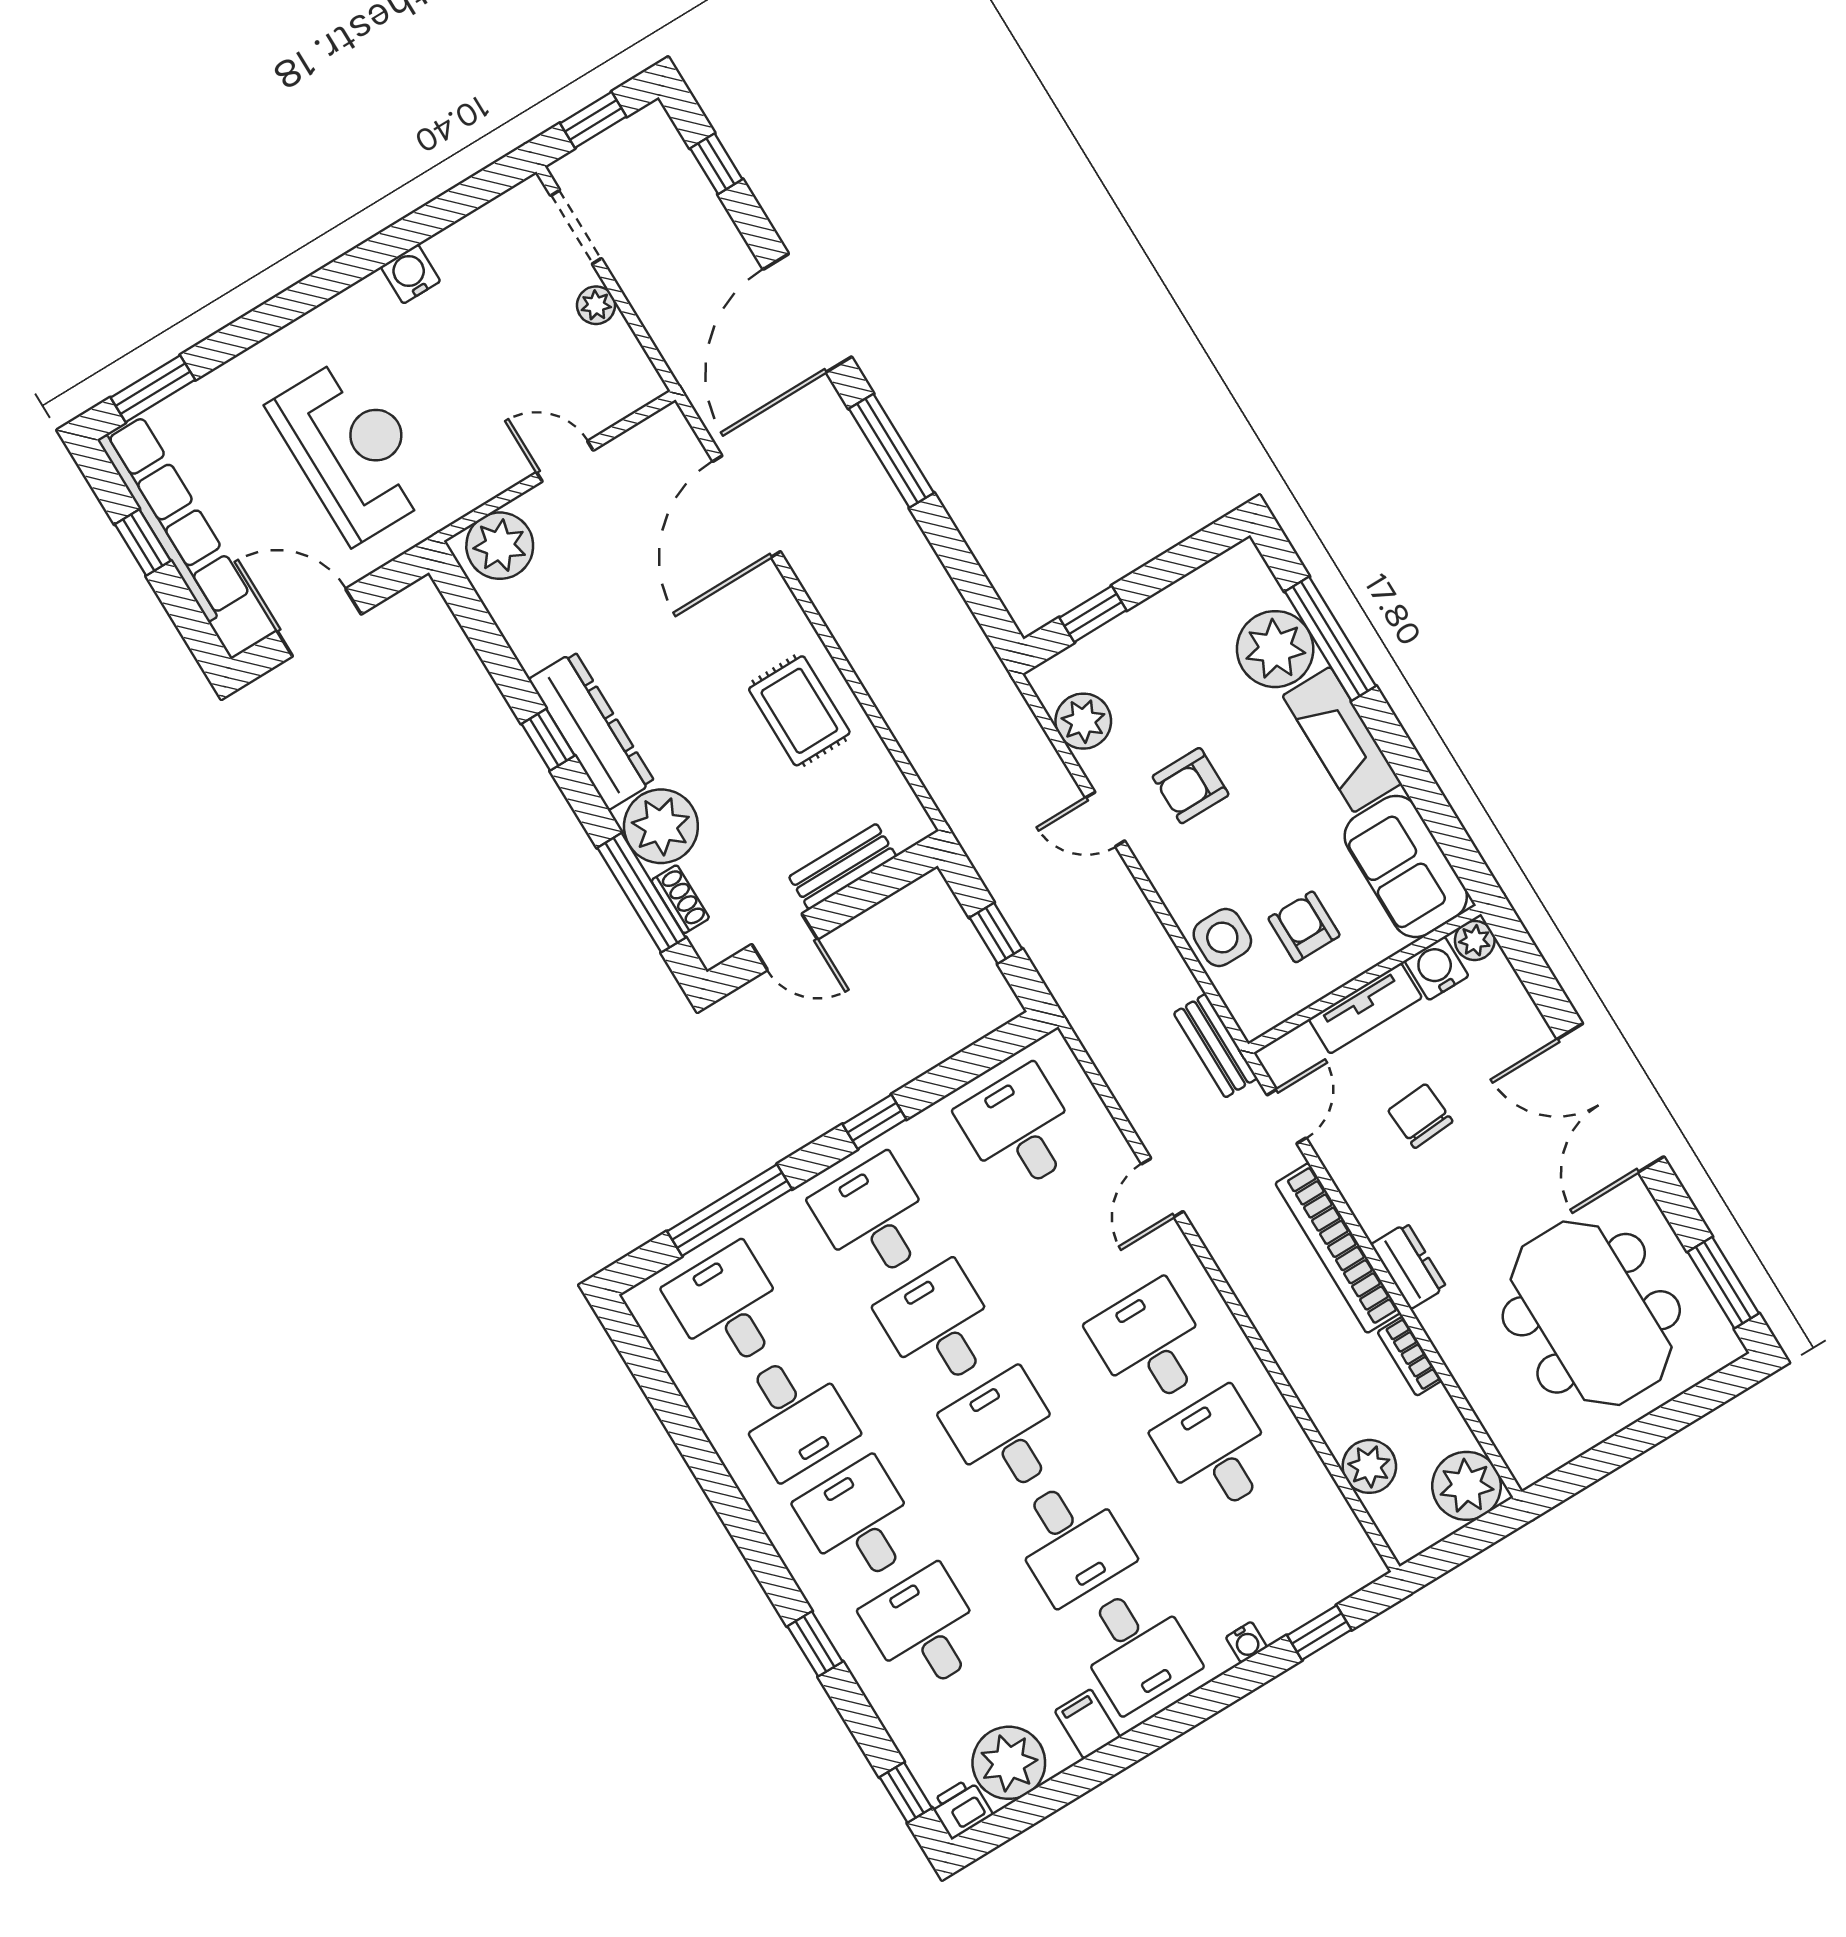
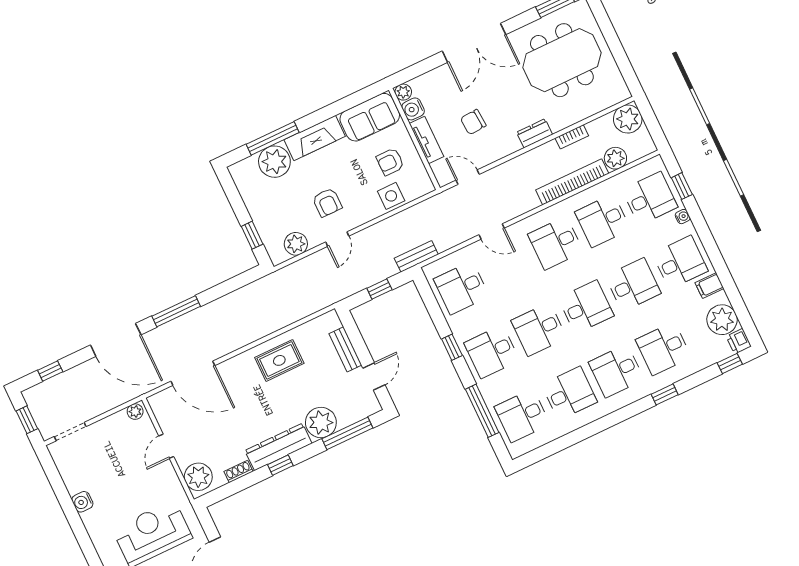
plant: (596, 305) -> (135, 412), moved
shoe rack: (680, 899) -> (239, 471), moved
bench: (1216, 1046) -> (416, 256), moved
bookcase: (1338, 1248) -> (572, 182), moved, turned 180
desk: (1005, 1433) -> (586, 307), turned 180
desk: (1282, 1559) -> (650, 198), added

